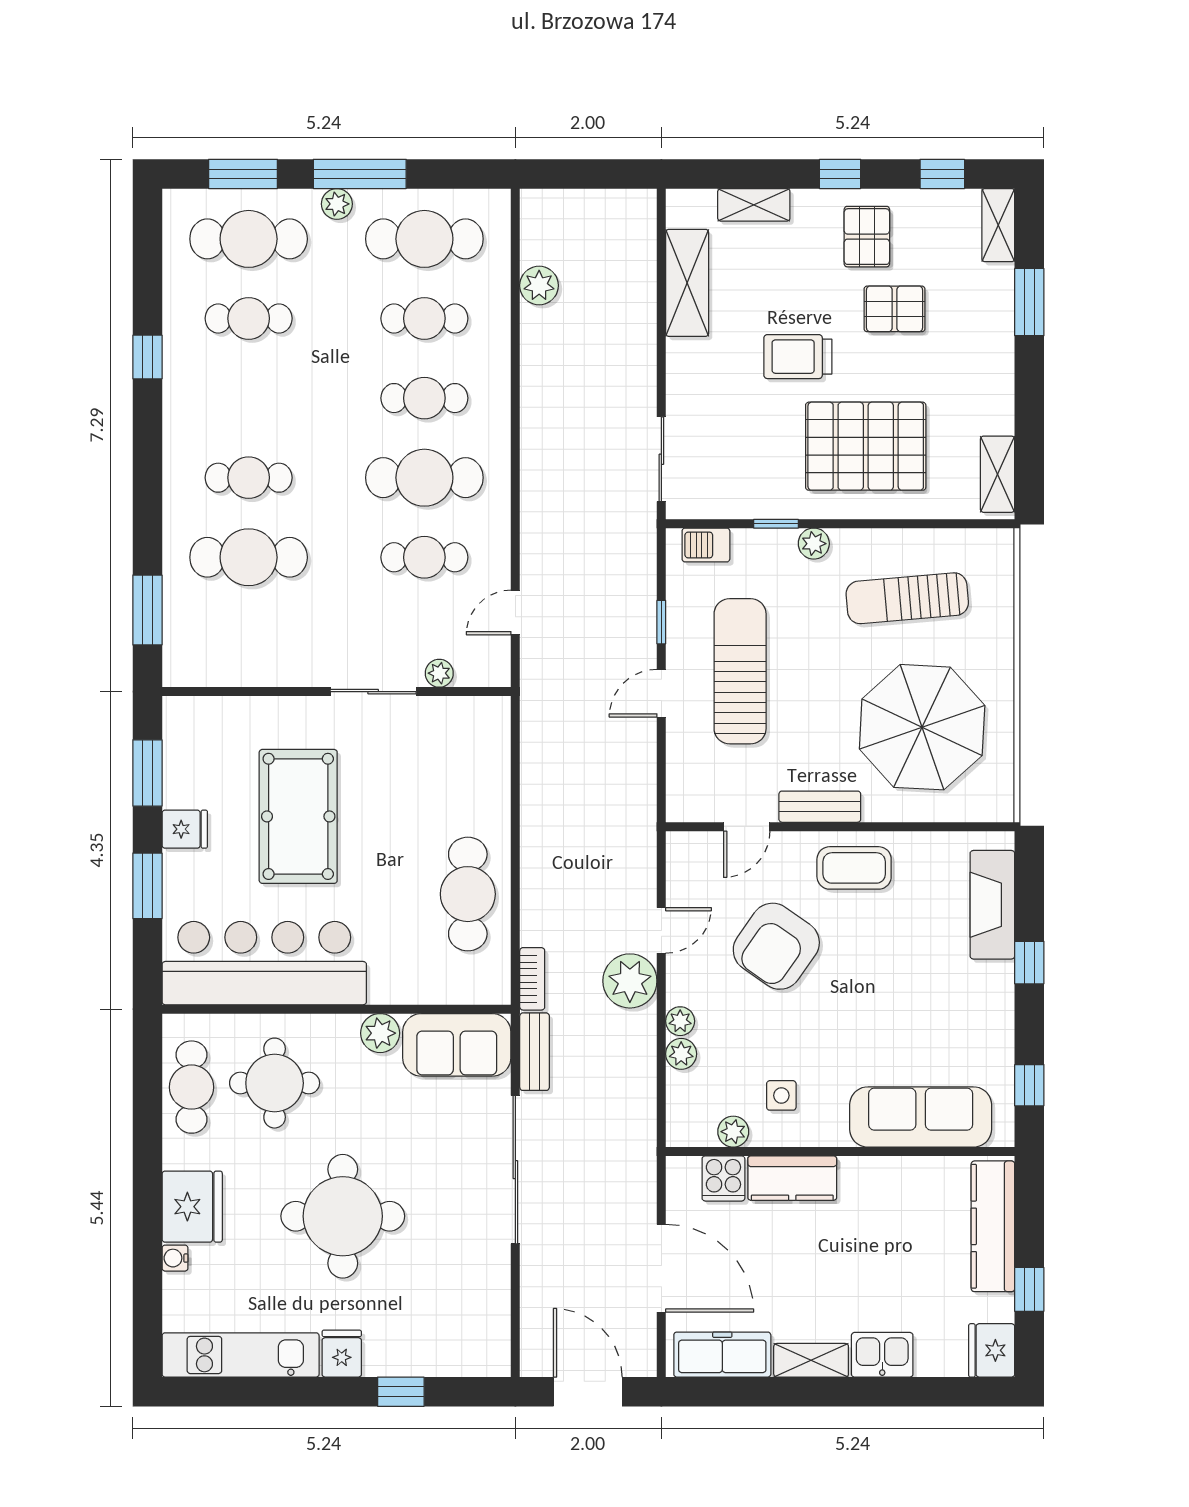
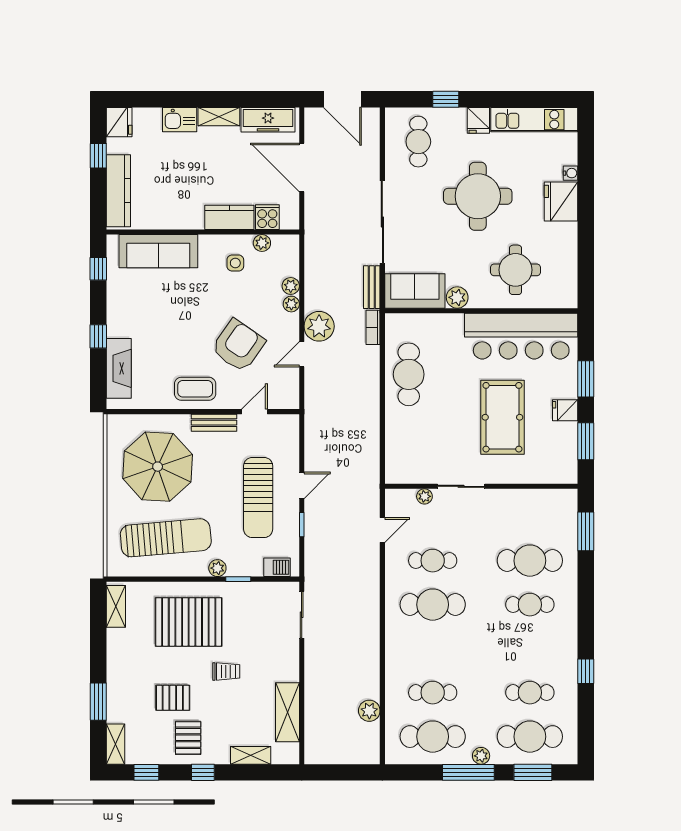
trolley: (798, 357) -> (226, 671), width x0.73, depth x0.72
cafe table: (424, 398) -> (433, 649), removed
sun lounger: (907, 598) -> (166, 538), width x1.36, depth x1.34
cafe table: (191, 1087) -> (418, 142), moved

